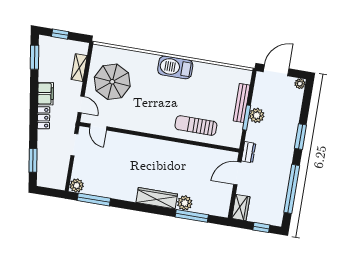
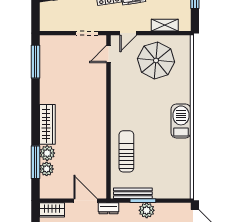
bench: (242, 103) -> (133, 193), moved
plant: (77, 185) -> (47, 169), moved

